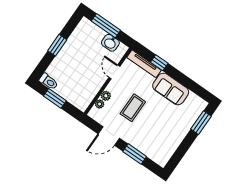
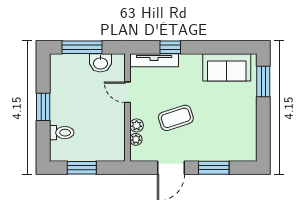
toilet: (49, 82) -> (62, 133), moved
sofa: (171, 89) -> (227, 67), moved
coffee table: (133, 108) -> (176, 118), turned 72

